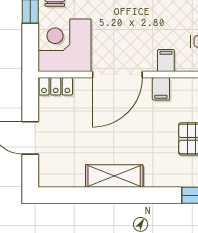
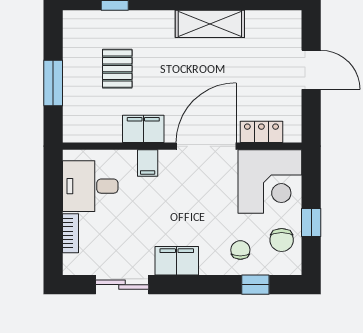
locker: (56, 86) -> (261, 132), moved
filing cabinet: (161, 89) -> (143, 129), width x2.00

